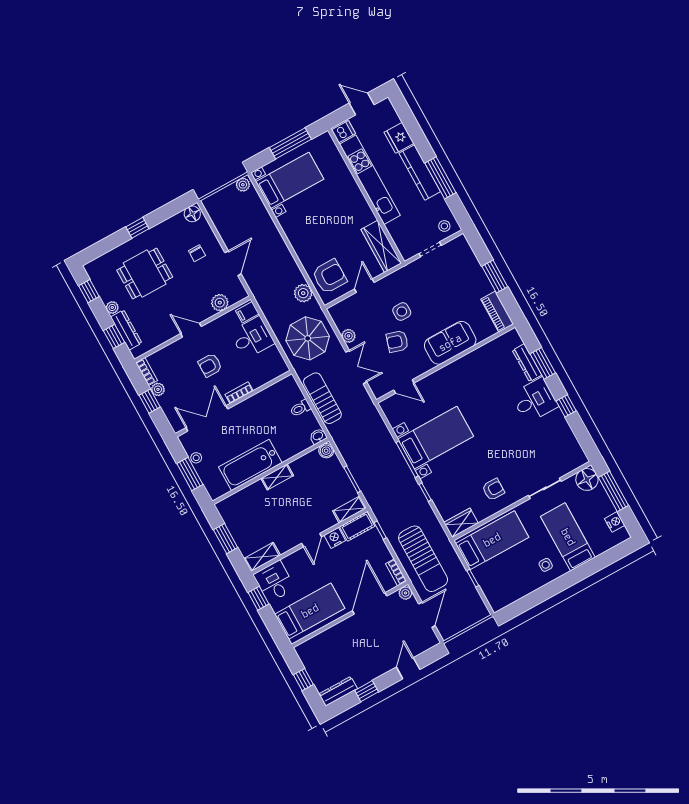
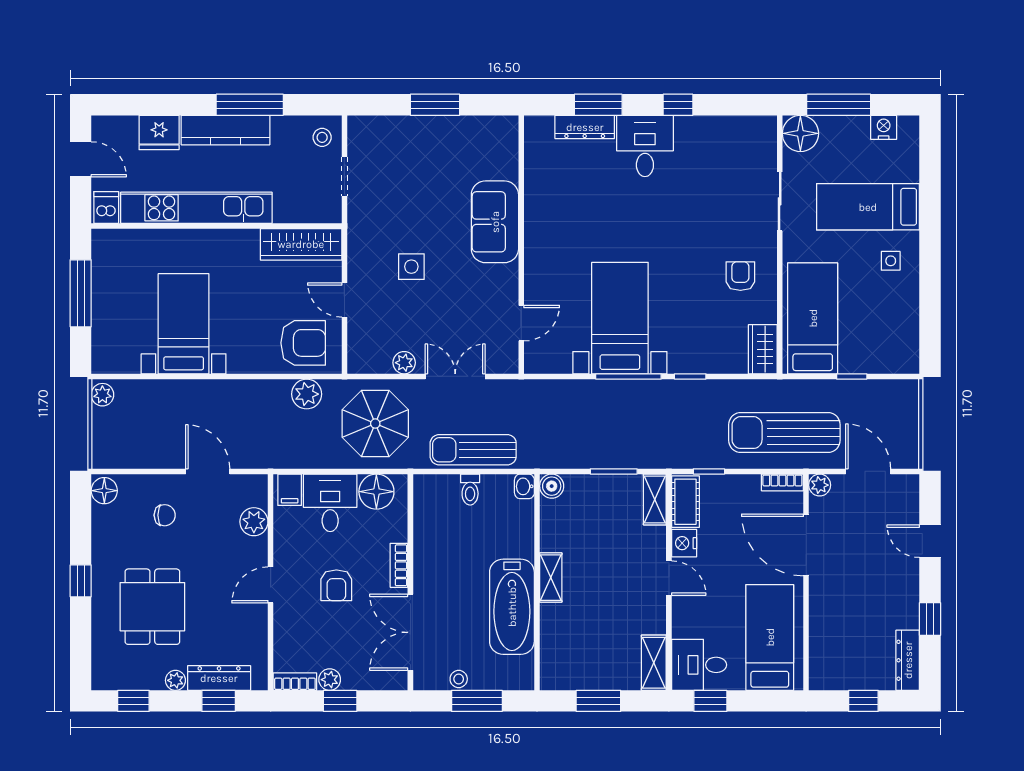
door: (362, 104) -> (81, 159), swing flipped
bed with nightstands: (290, 180) -> (184, 324), moved
armchair: (329, 276) -> (303, 343), turned 90
piano: (497, 312) -> (487, 129), removed
armchair: (397, 341) -> (451, 297), removed
floor lamp: (272, 359) -> (376, 492), added
sun lounger: (423, 559) -> (784, 433), turned 180

